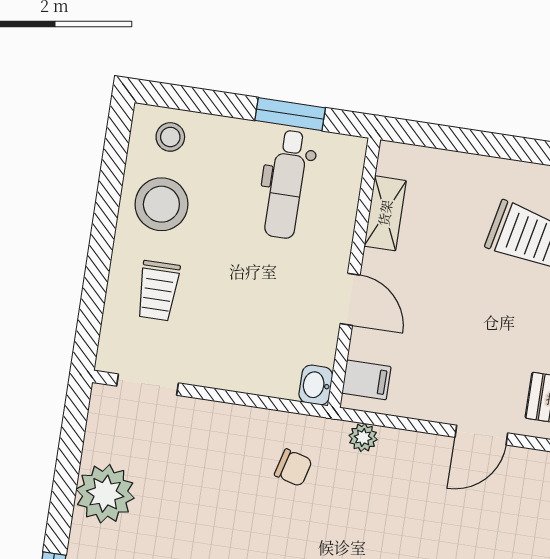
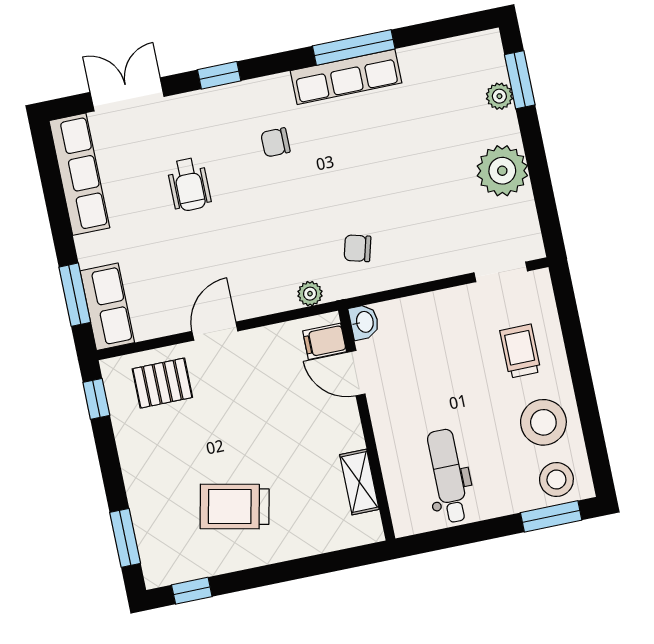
window: (290, 114) -> (551, 516), moved
stool: (170, 137) -> (556, 479), width x1.37, depth x1.37
door: (350, 299) -> (356, 373), moved

